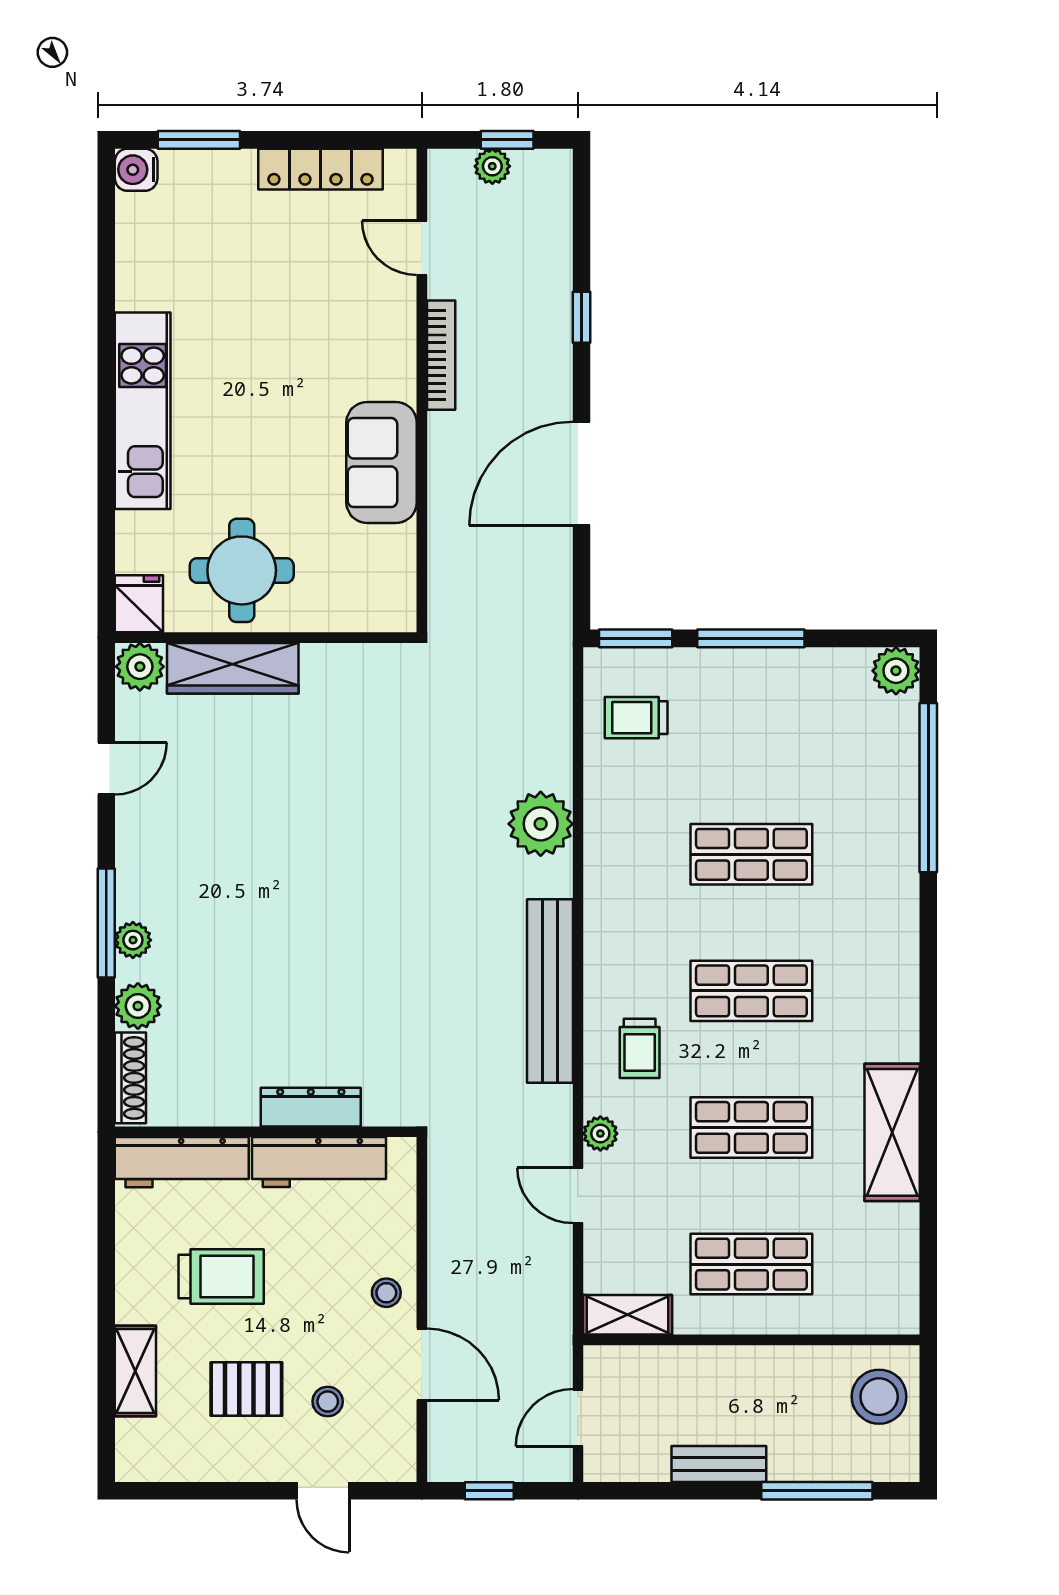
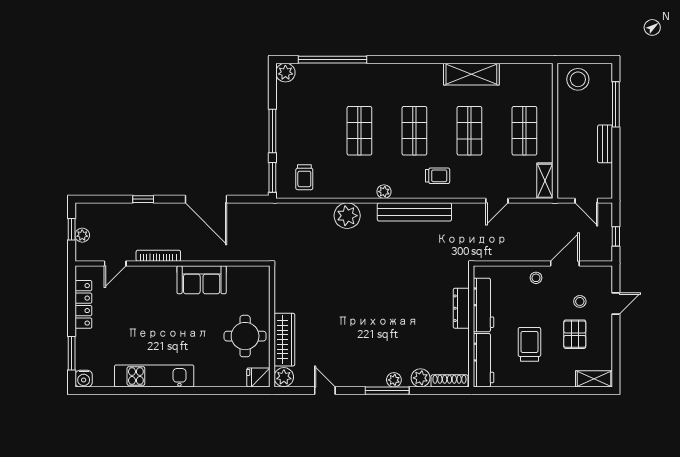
kitchen unit: (143, 411) -> (154, 376), moved
plant: (600, 1134) -> (384, 192), moved
shelving: (135, 1371) -> (594, 379), moved

